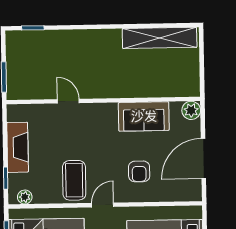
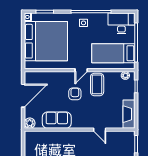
fireplace: (18, 147) -> (129, 114), moved
armchair: (139, 171) -> (75, 94), moved

